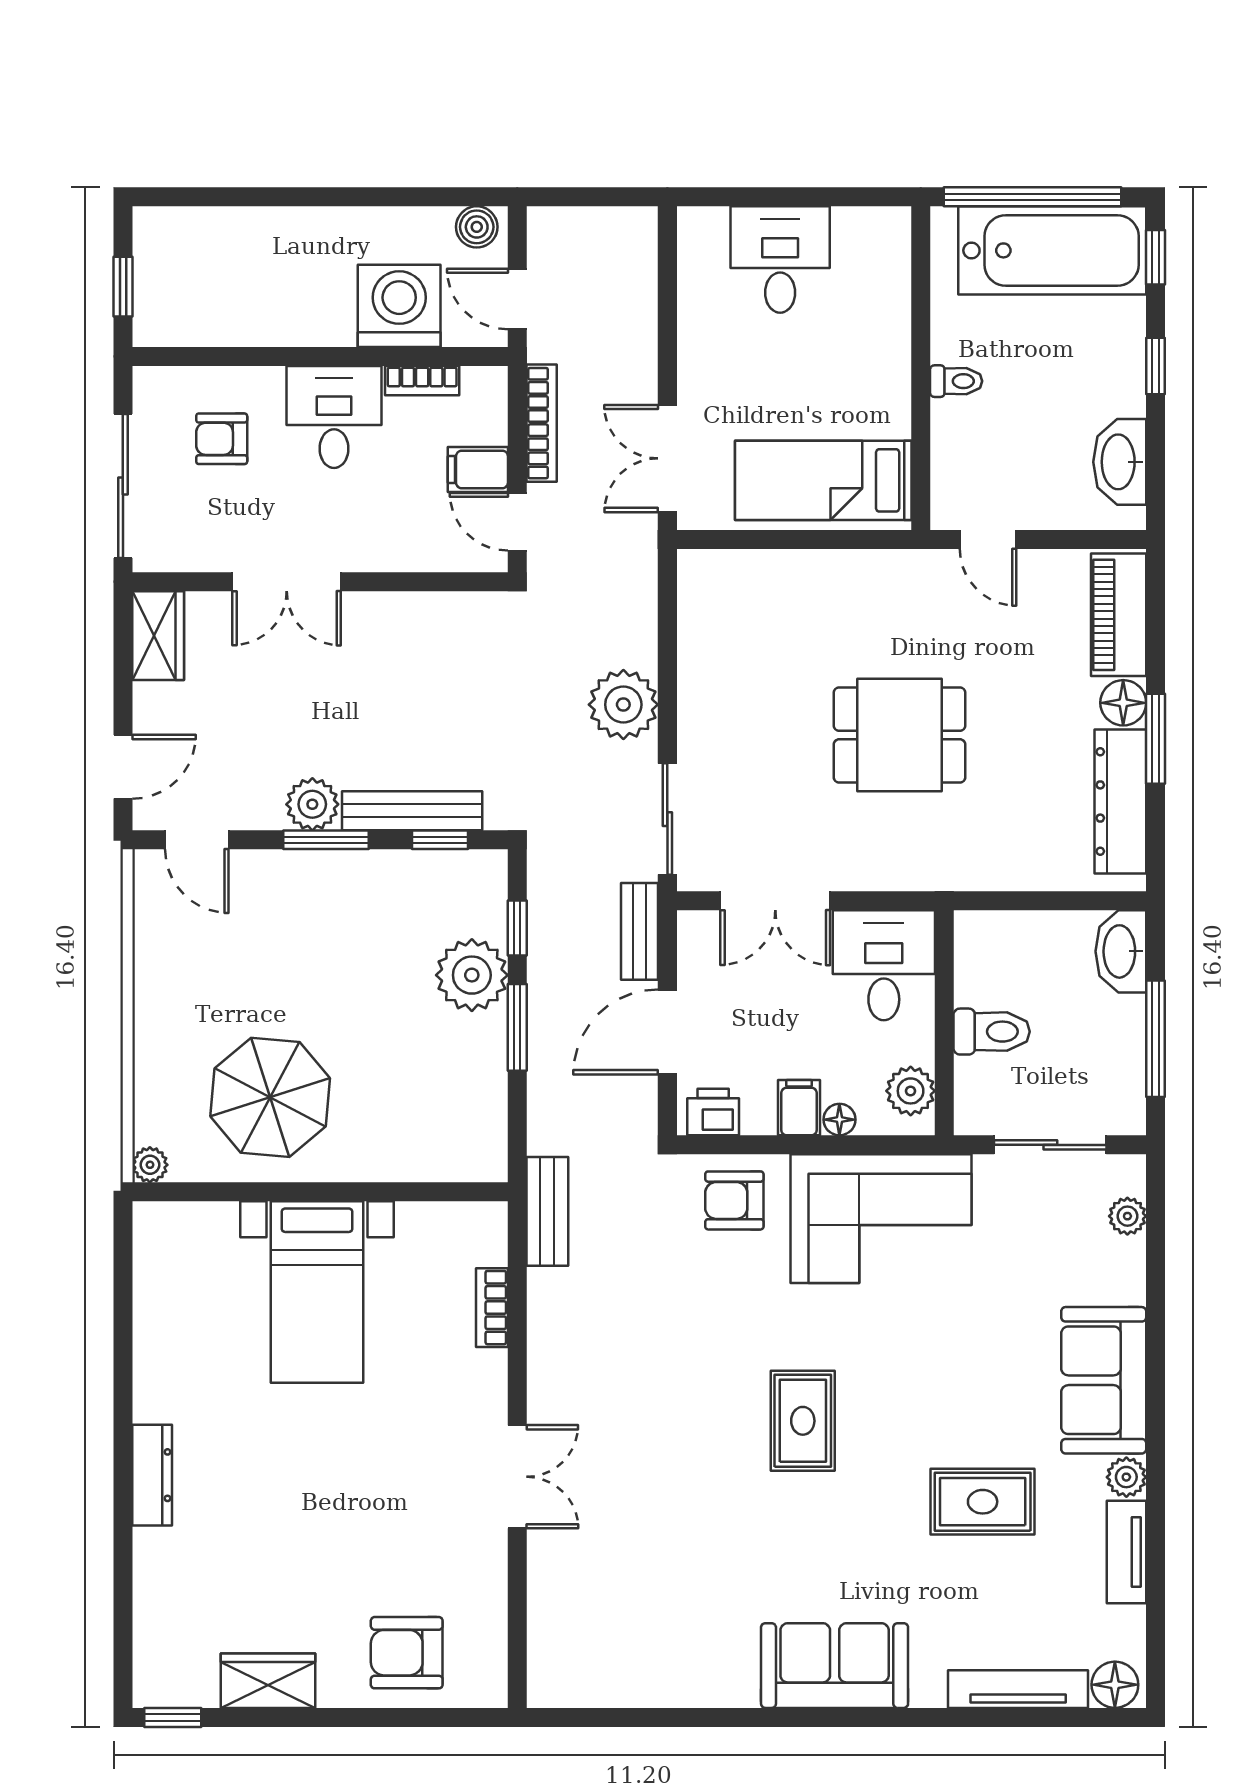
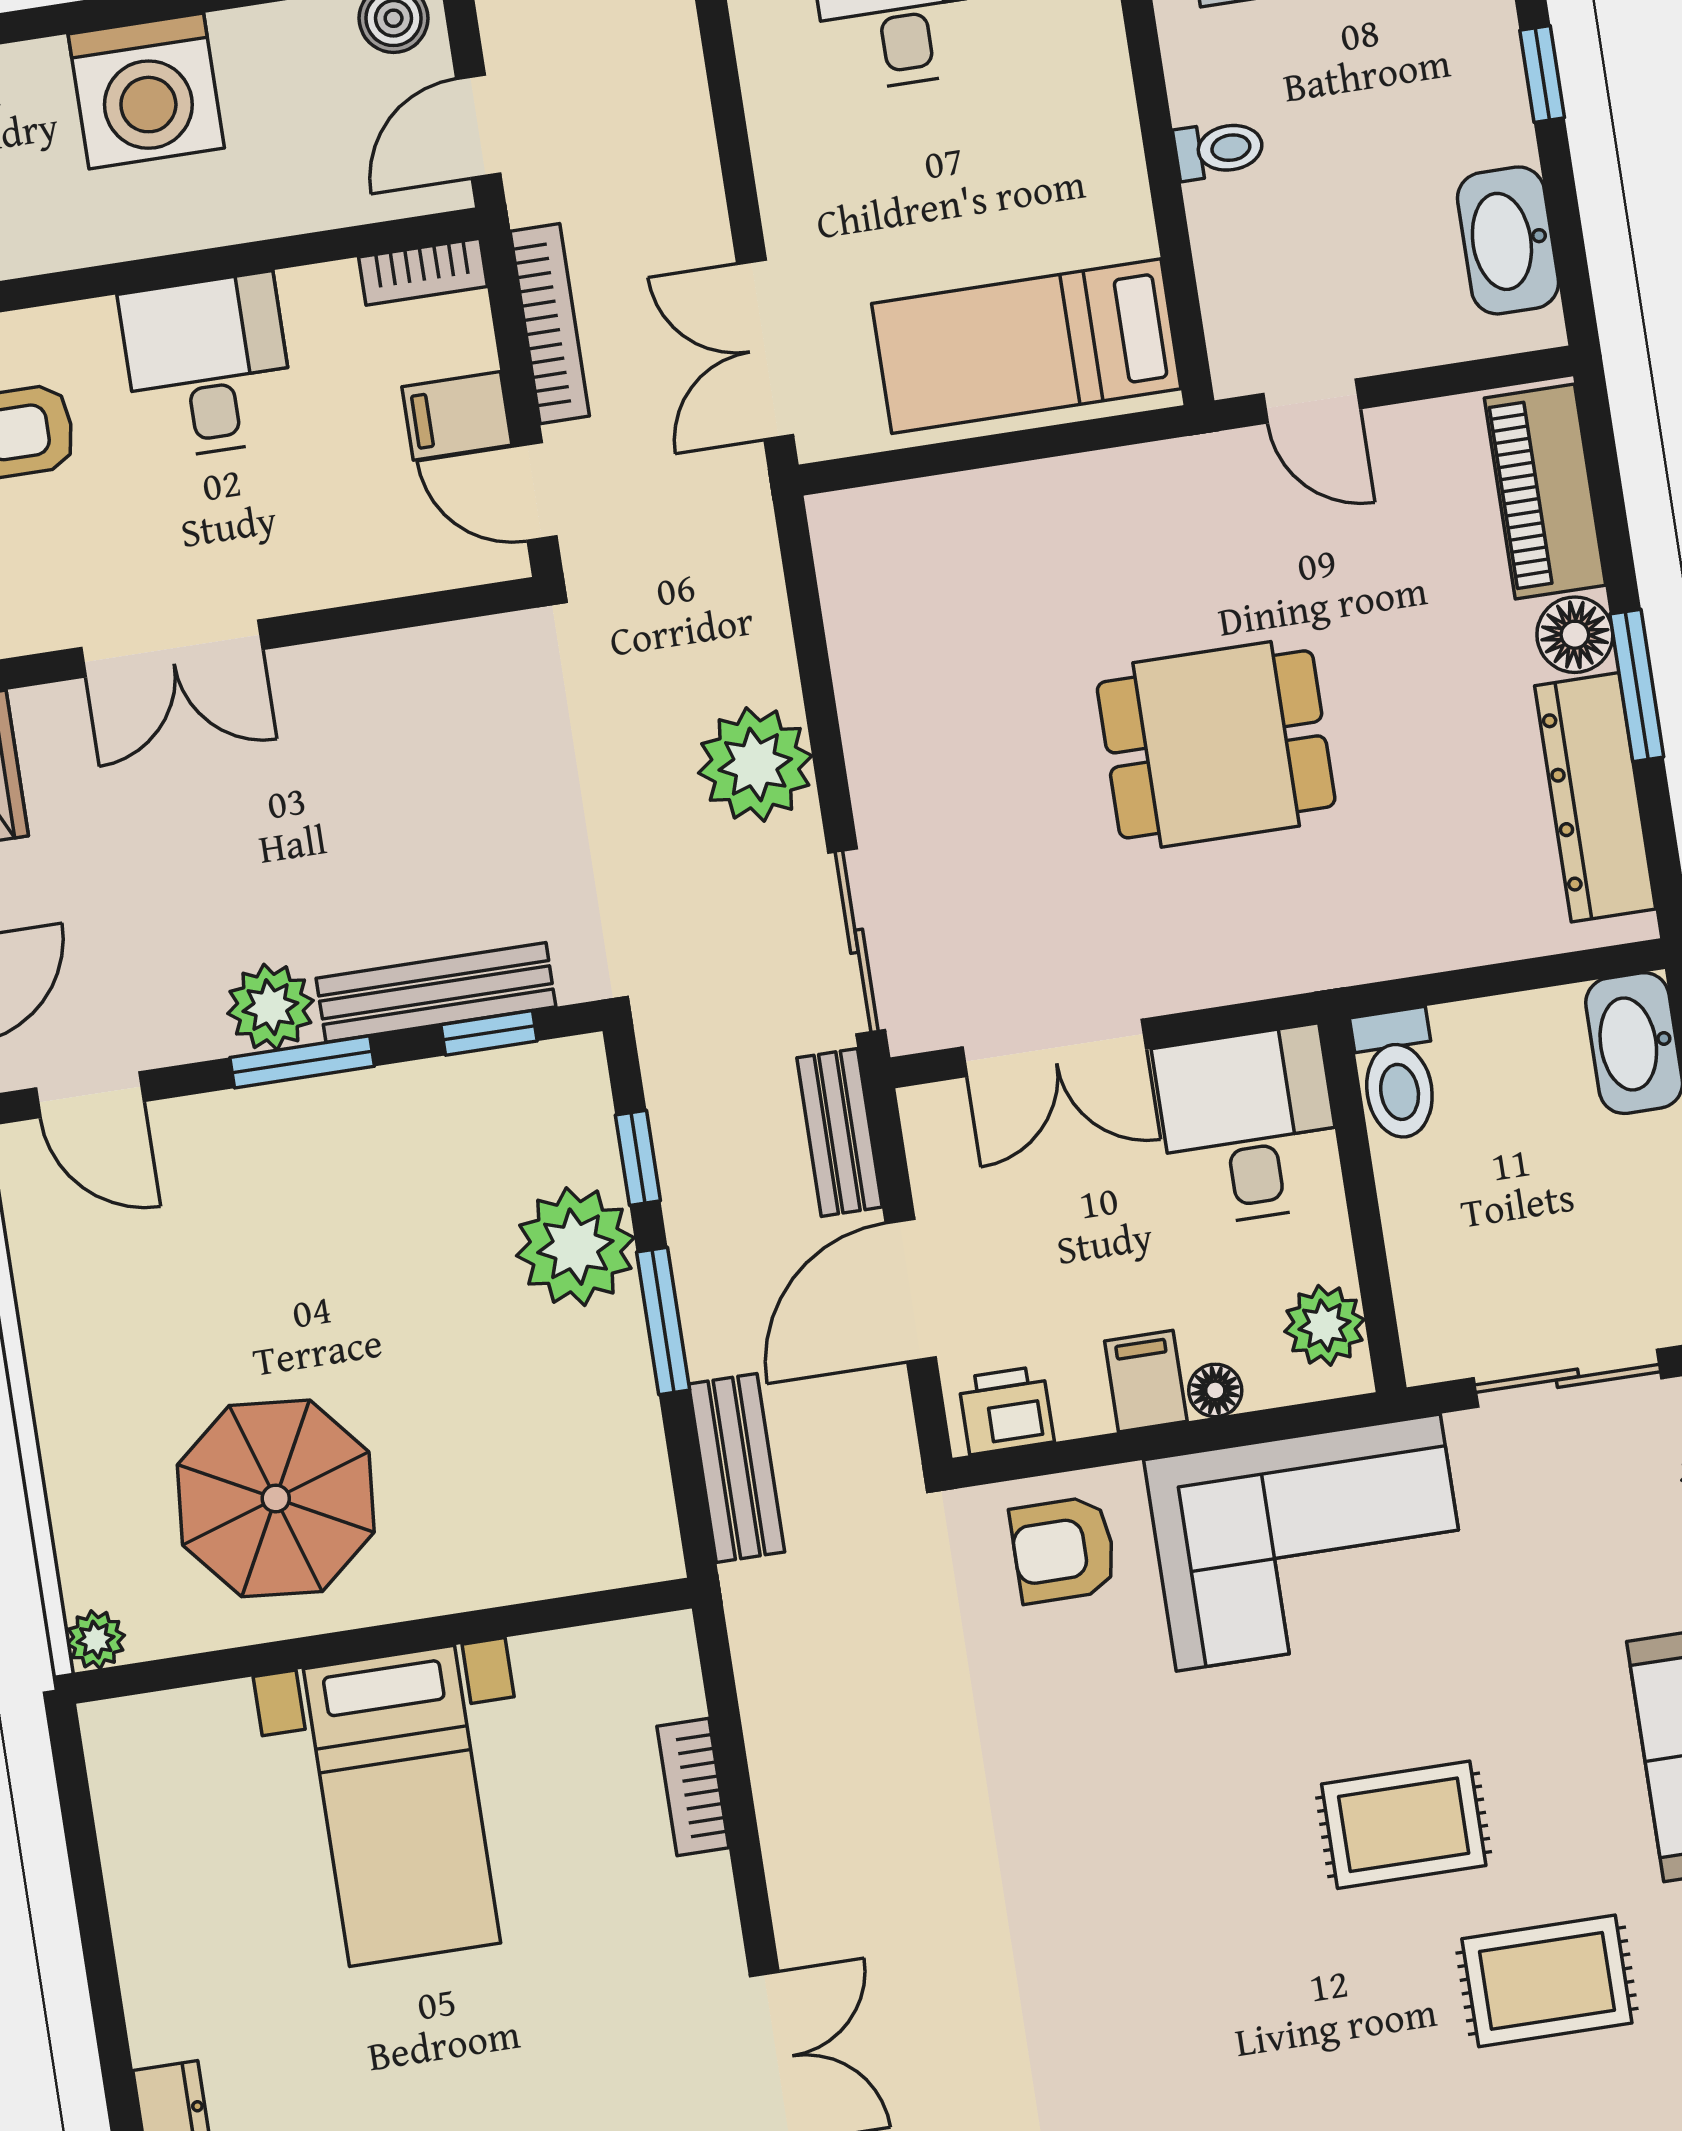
door: (517, 299) -> (478, 126), hinge flipped
washing machine: (399, 306) -> (146, 91), moved, turned 180
bookcase: (422, 381) -> (423, 272), moved
toilet: (992, 1032) -> (1397, 1074), moved, turned 90
bench: (547, 1211) -> (737, 1468), moved
rug: (803, 1421) -> (1404, 1825), moved, turned 90

